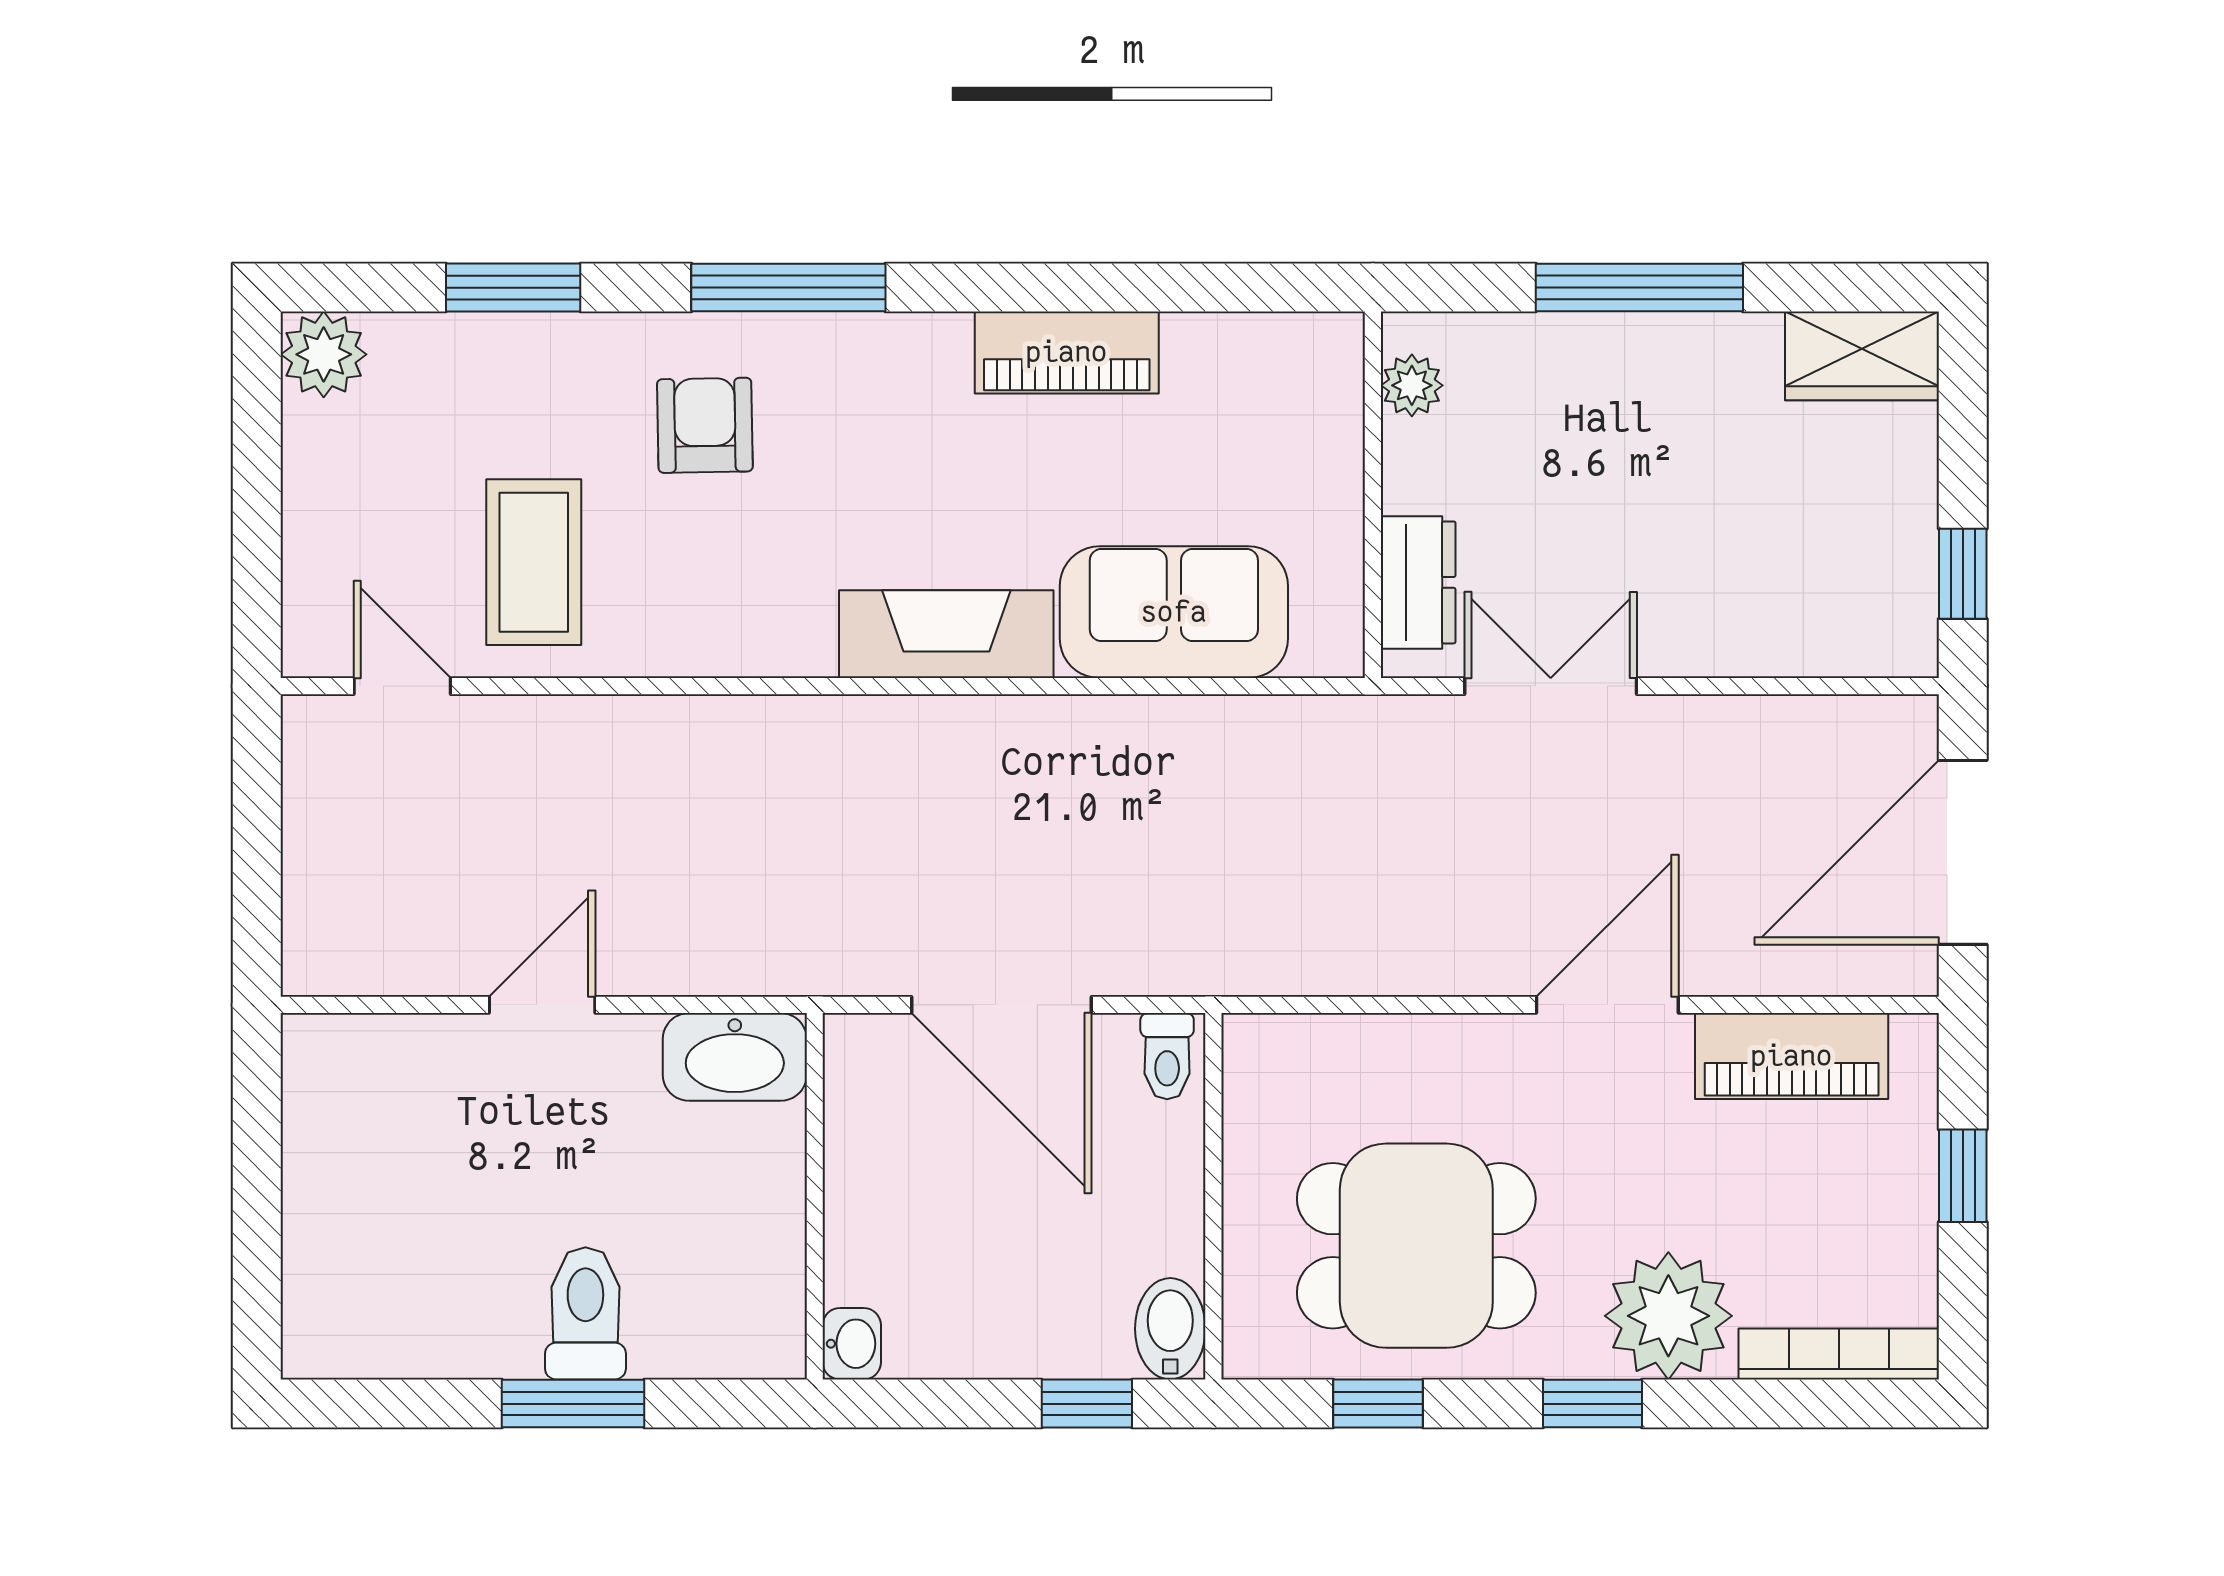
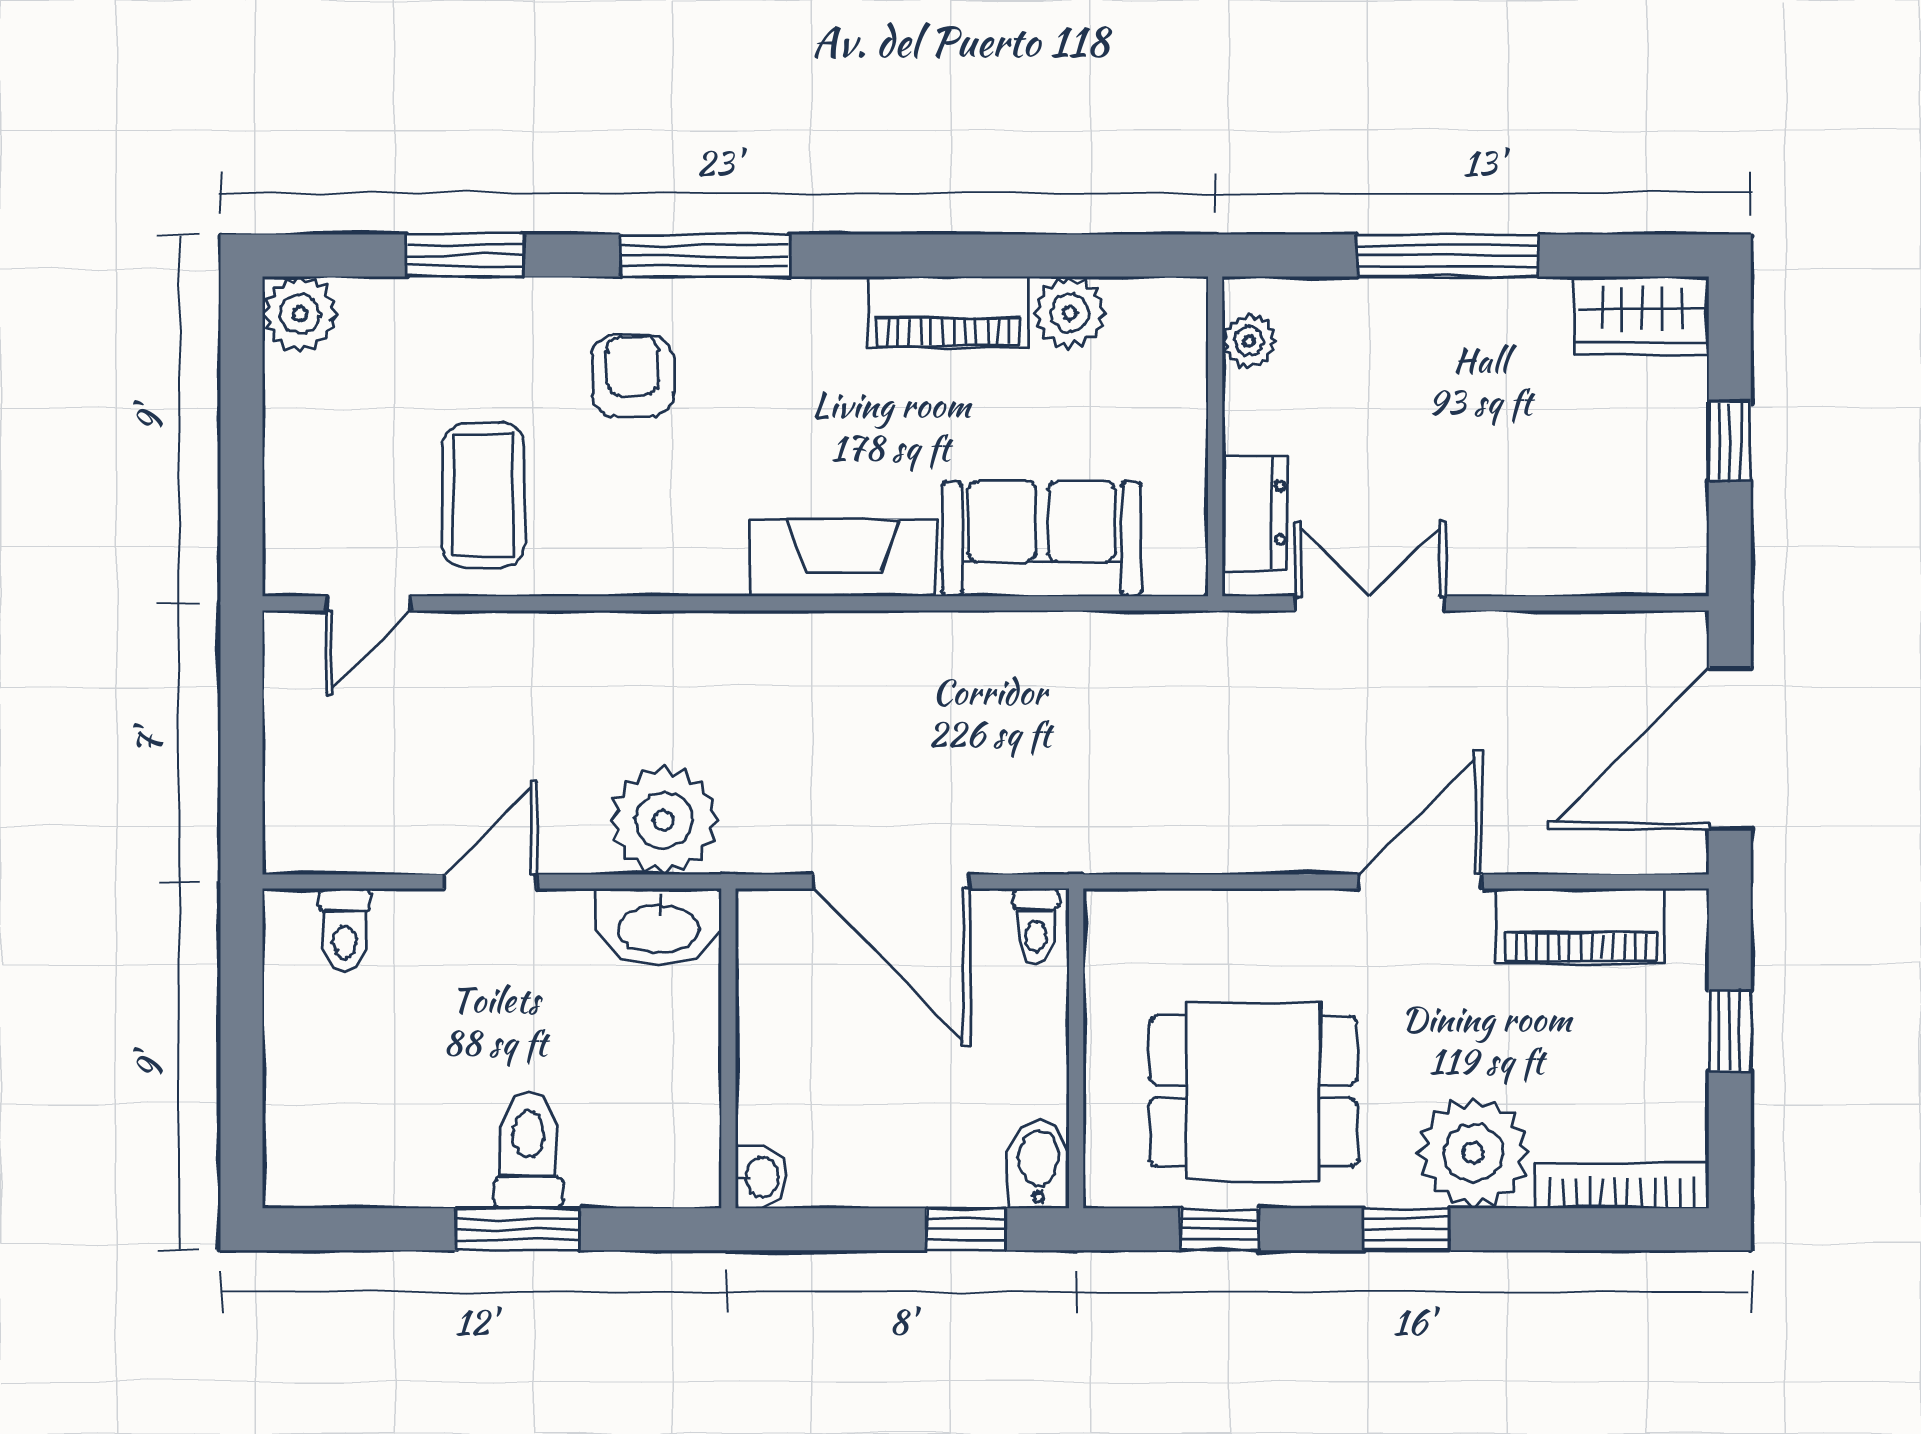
plant: (1206, 353) -> (1070, 313), added
window: (1963, 574) -> (1730, 441), moved
door: (402, 686) -> (369, 603), swing flipped
plant: (740, 935) -> (664, 820), added
toilet: (375, 1061) -> (345, 930), added

